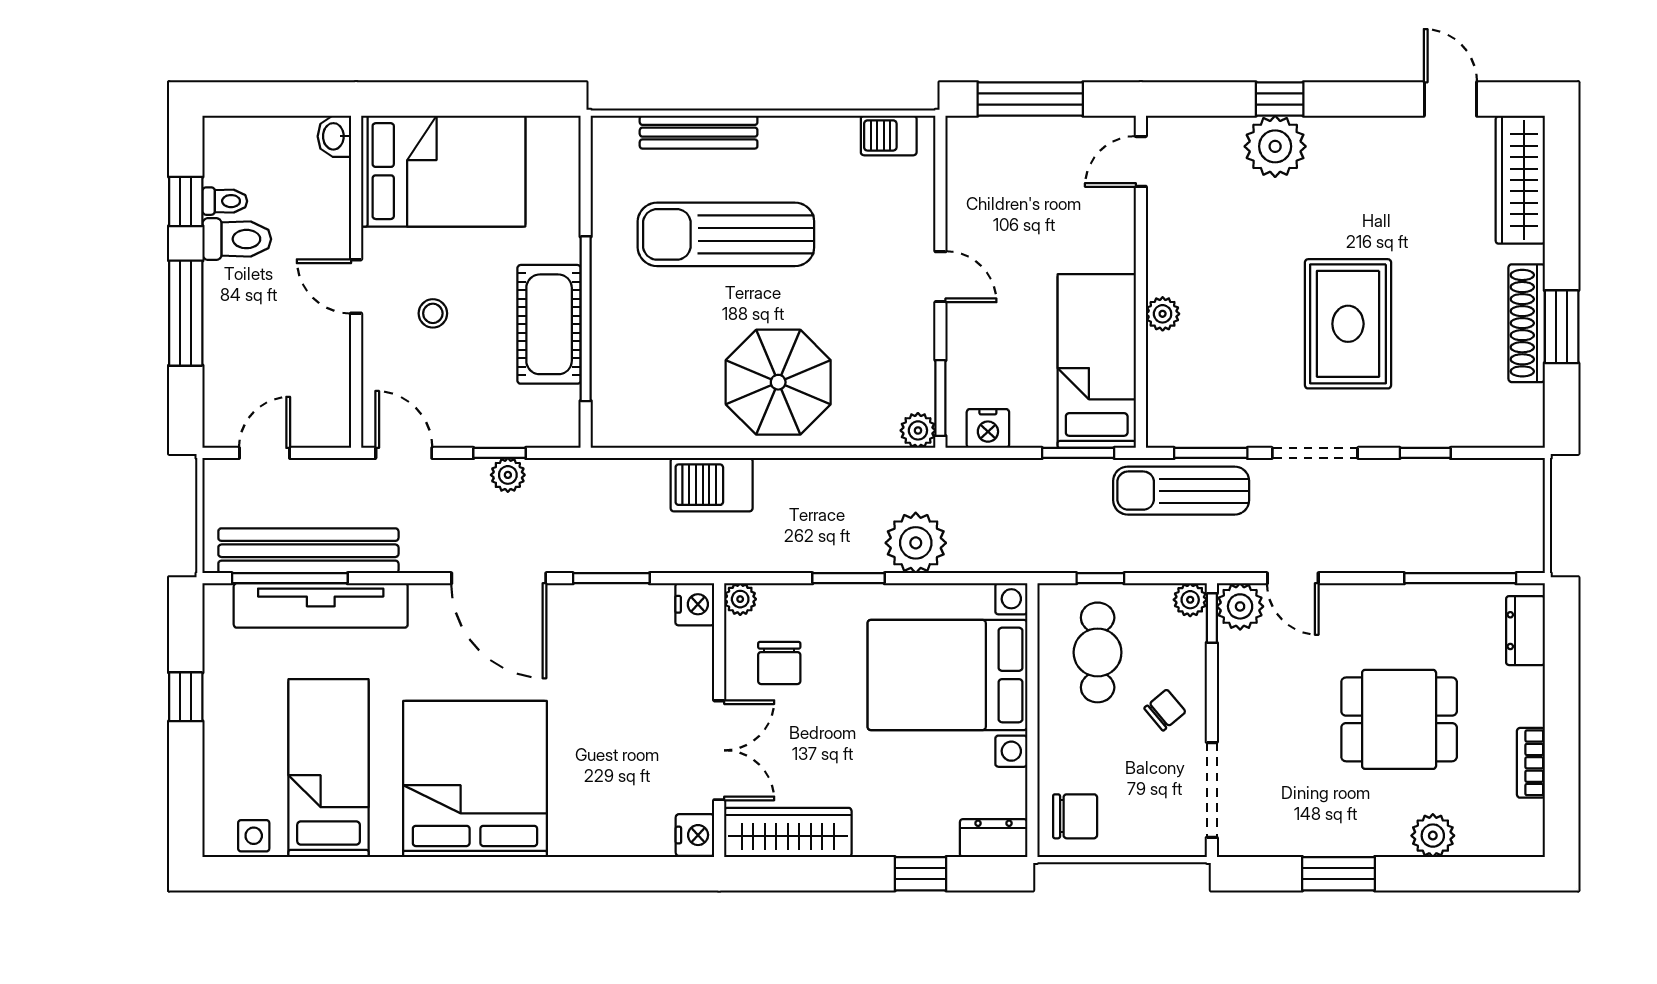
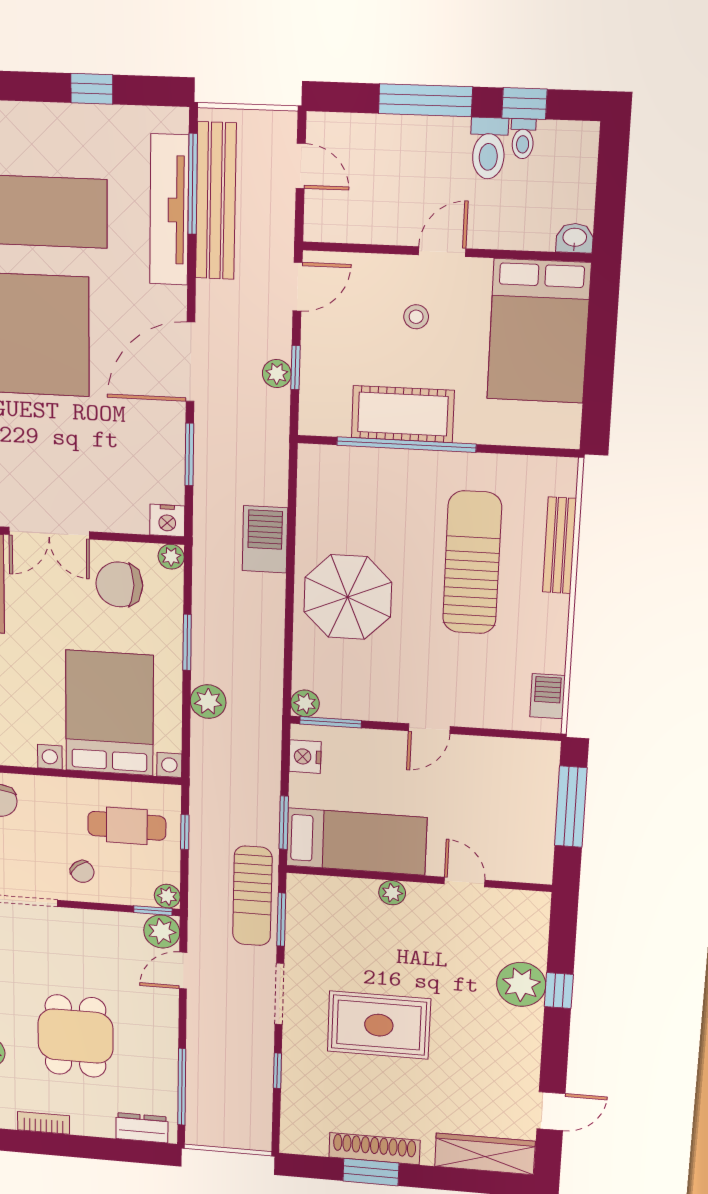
door: (1141, 161) -> (465, 882), moved
sun lounger: (1181, 491) -> (252, 896), turned 180
plant: (916, 543) -> (208, 702), width x0.73, depth x0.73
chair: (779, 663) -> (119, 584), width x1.37, depth x1.37

